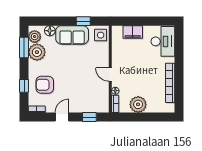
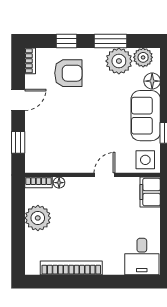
filing cabinet: (133, 32) -> (150, 192), moved
desk: (163, 41) -> (142, 257), width x0.73
window: (24, 47) -> (111, 41), moved
door: (110, 75) -> (104, 175), moved
armchair: (45, 85) -> (68, 73), turned 90
door: (62, 117) -> (18, 100), hinge flipped

